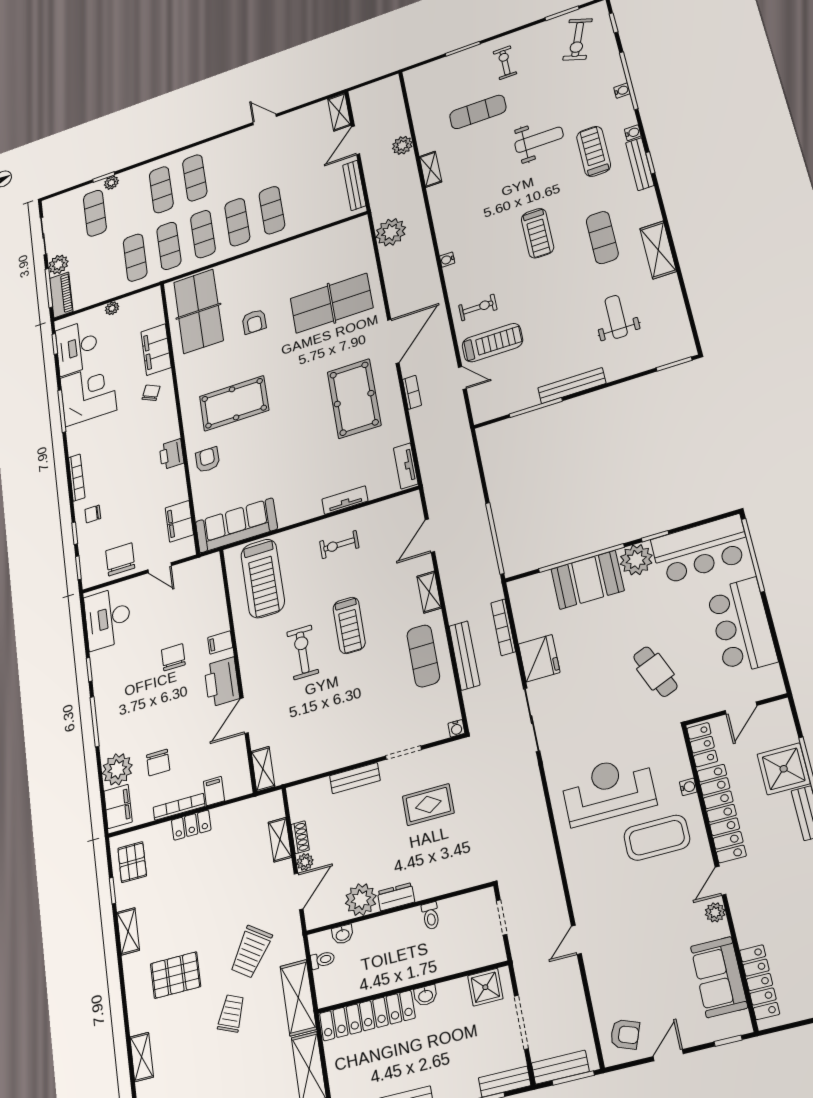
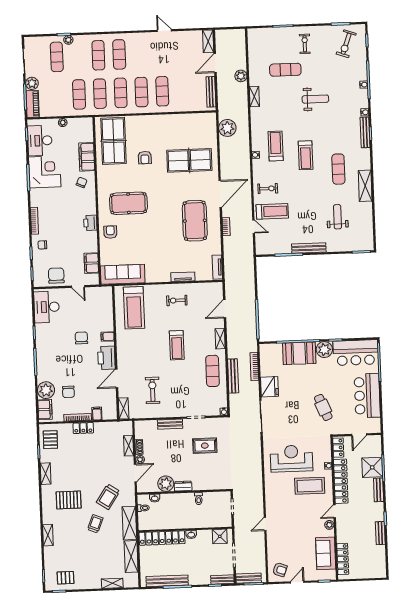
treadmill: (594, 151) -> (276, 146), moved
exercise bike: (303, 652) -> (153, 390), moved

